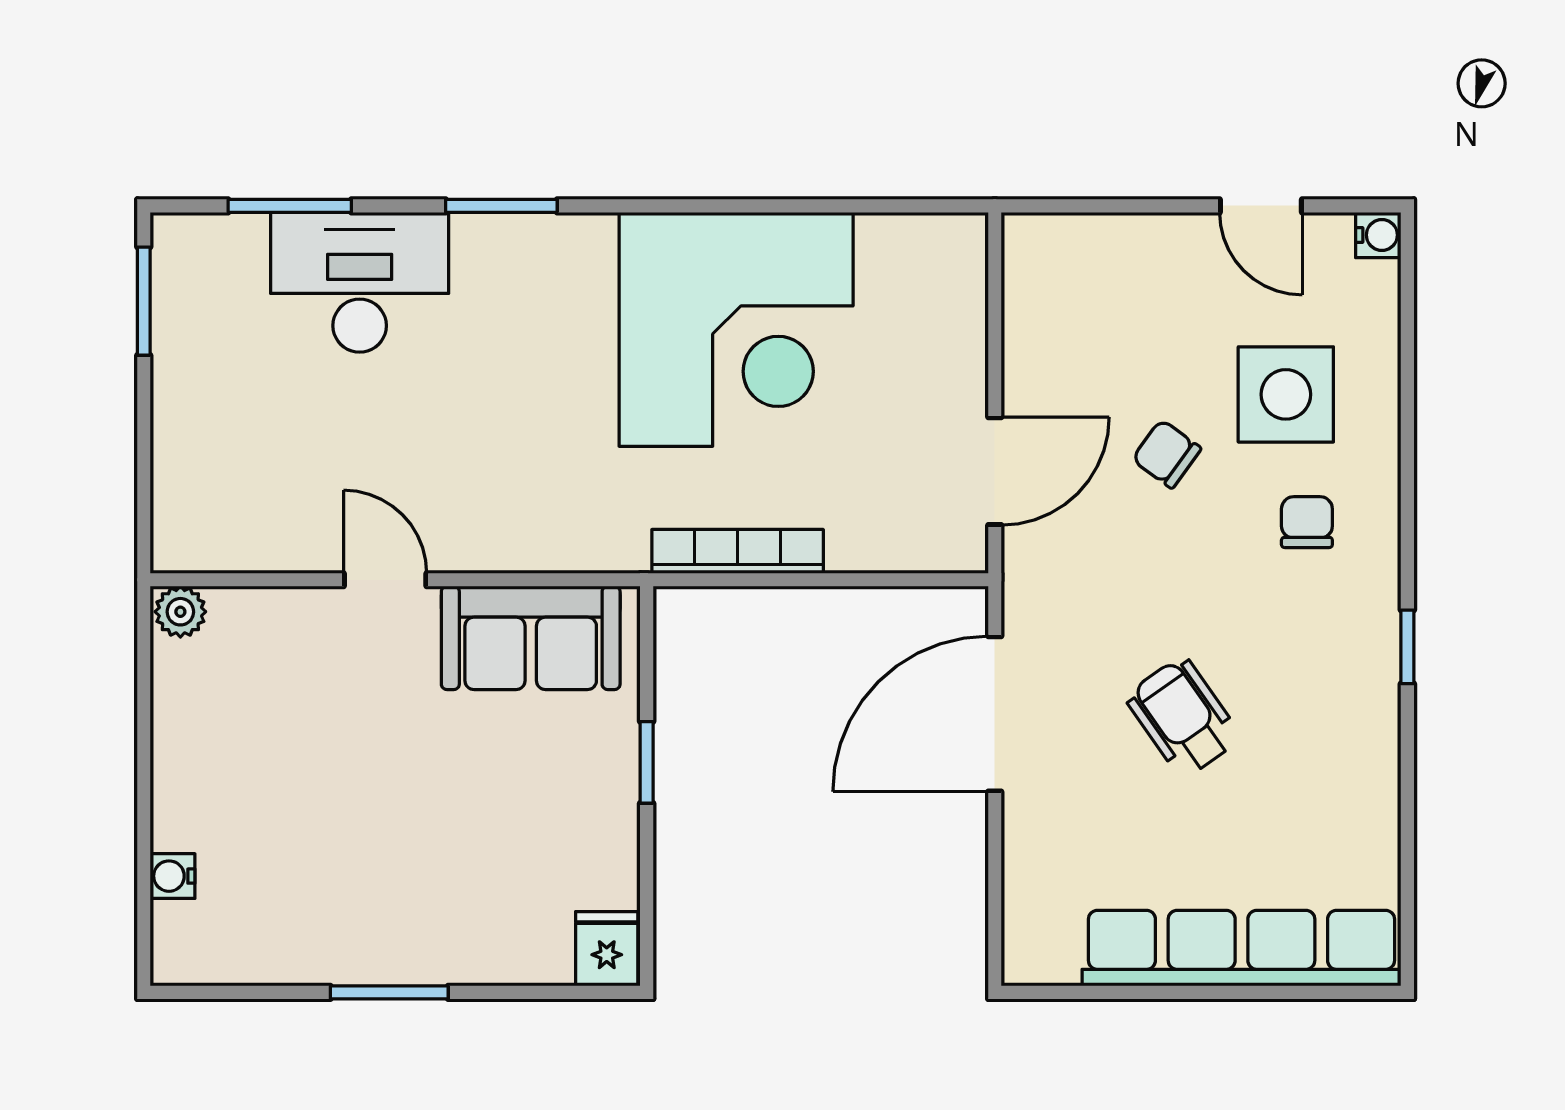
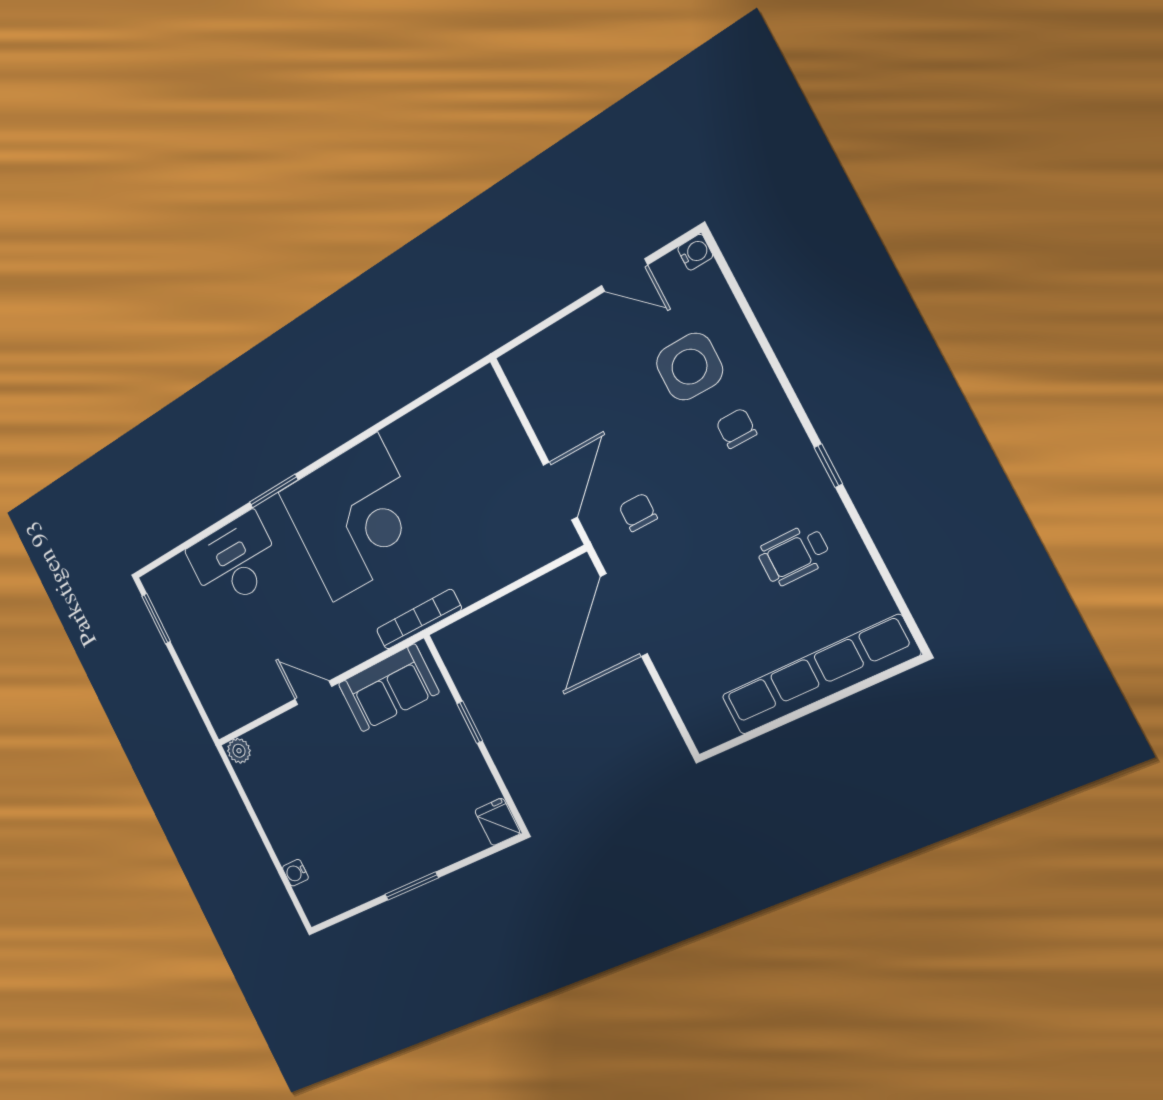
window: (290, 206) -> (190, 543), removed
corner desk: (736, 329) -> (355, 518), moved
chair: (1166, 454) -> (638, 512), moved, turned 54
bookcase: (738, 551) -> (419, 619), moved
wheelchair: (1183, 717) -> (794, 555), moved, turned -55

